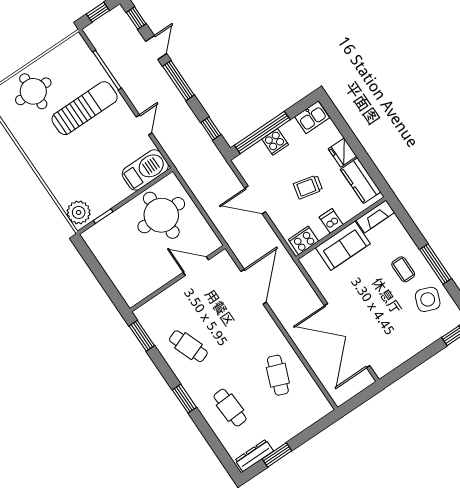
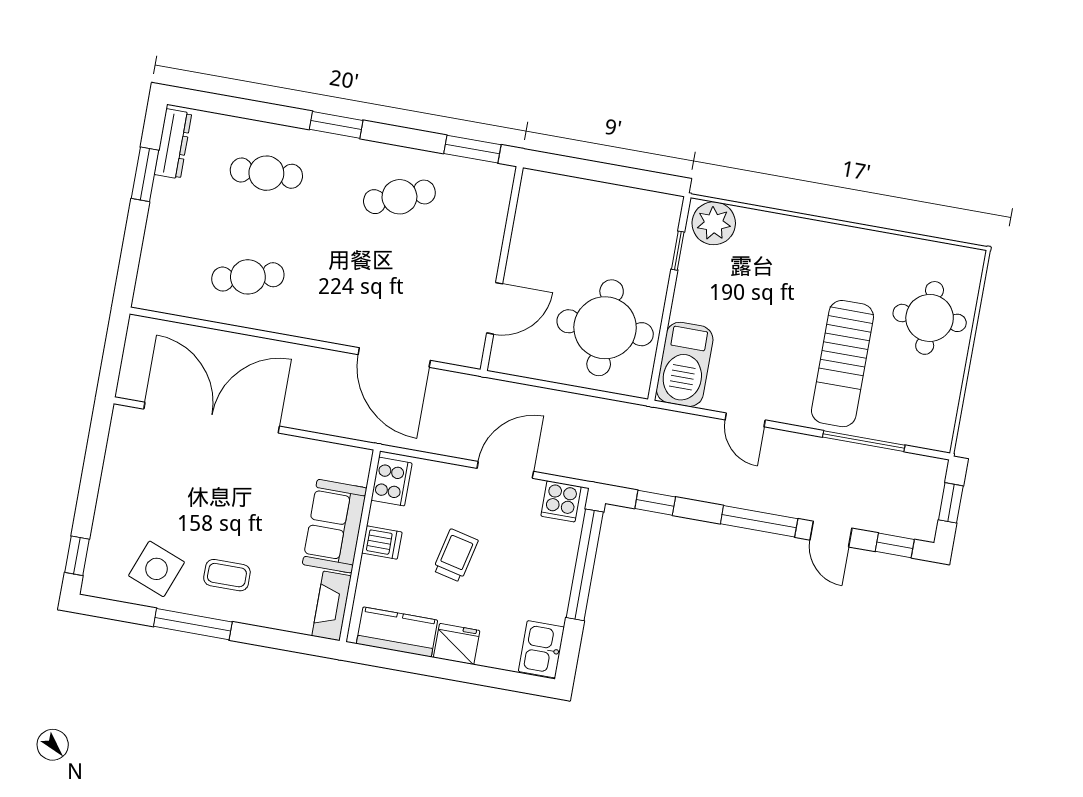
cooker: (275, 142) -> (561, 501), moved, turned -90
cafe table: (278, 375) -> (248, 277), turned -36

